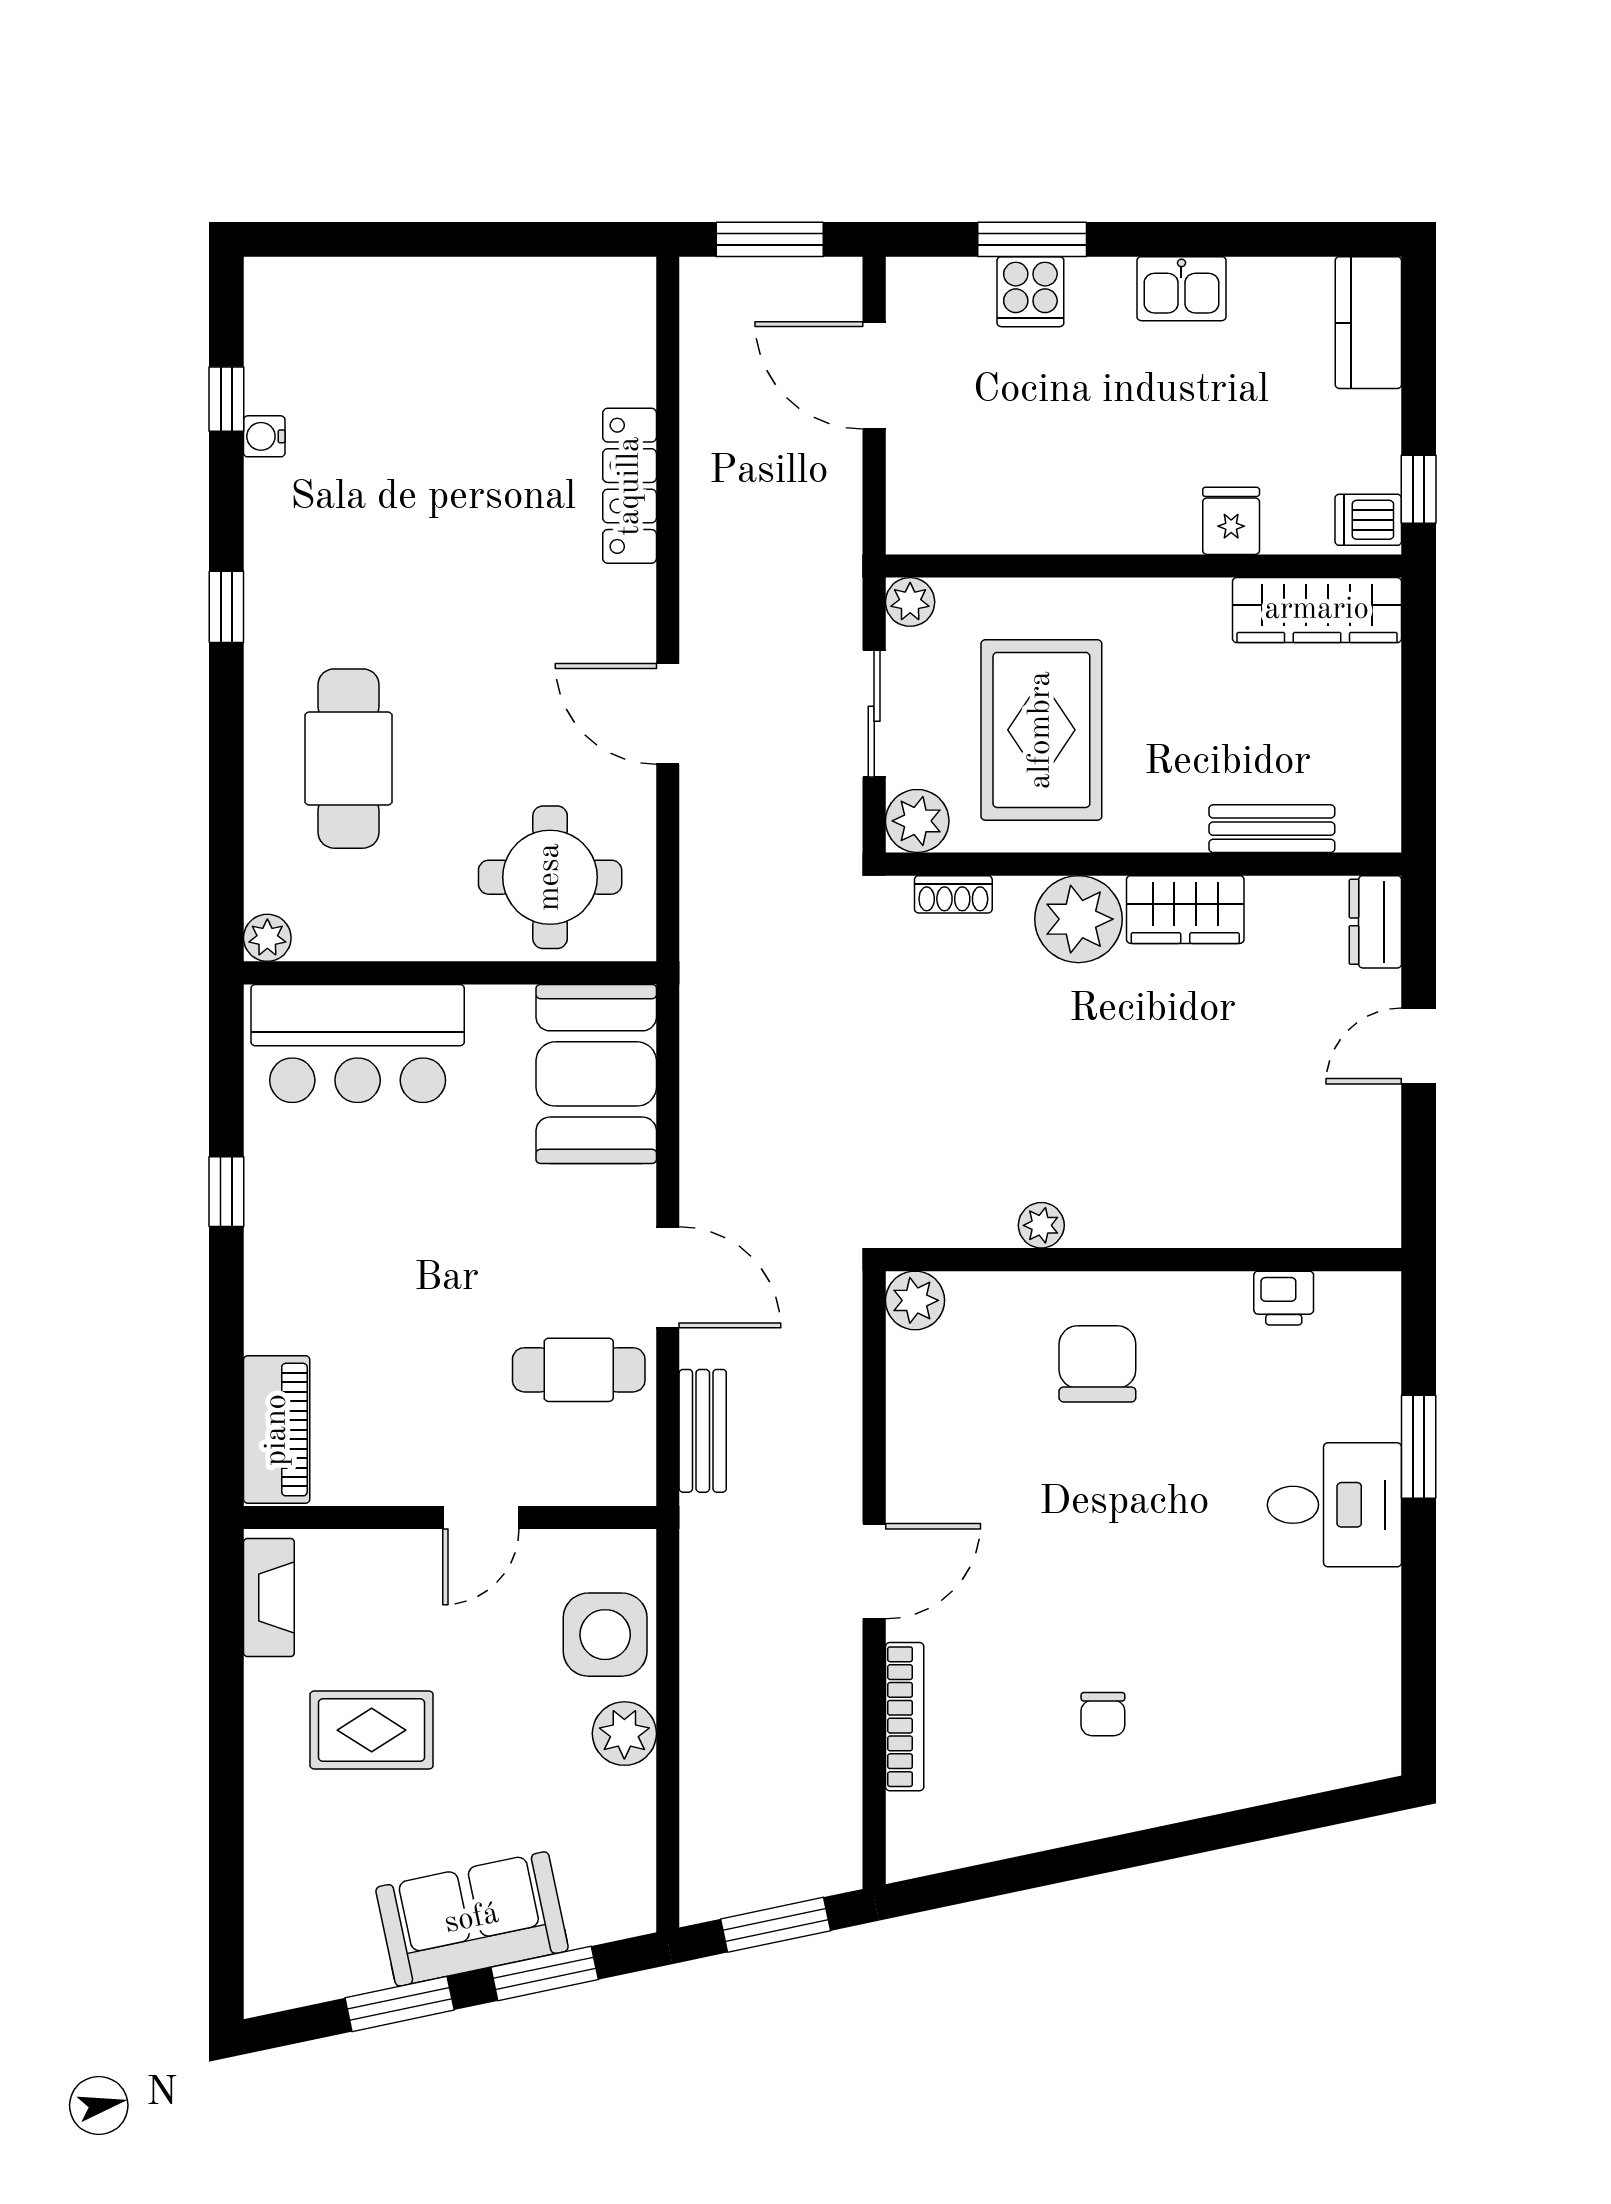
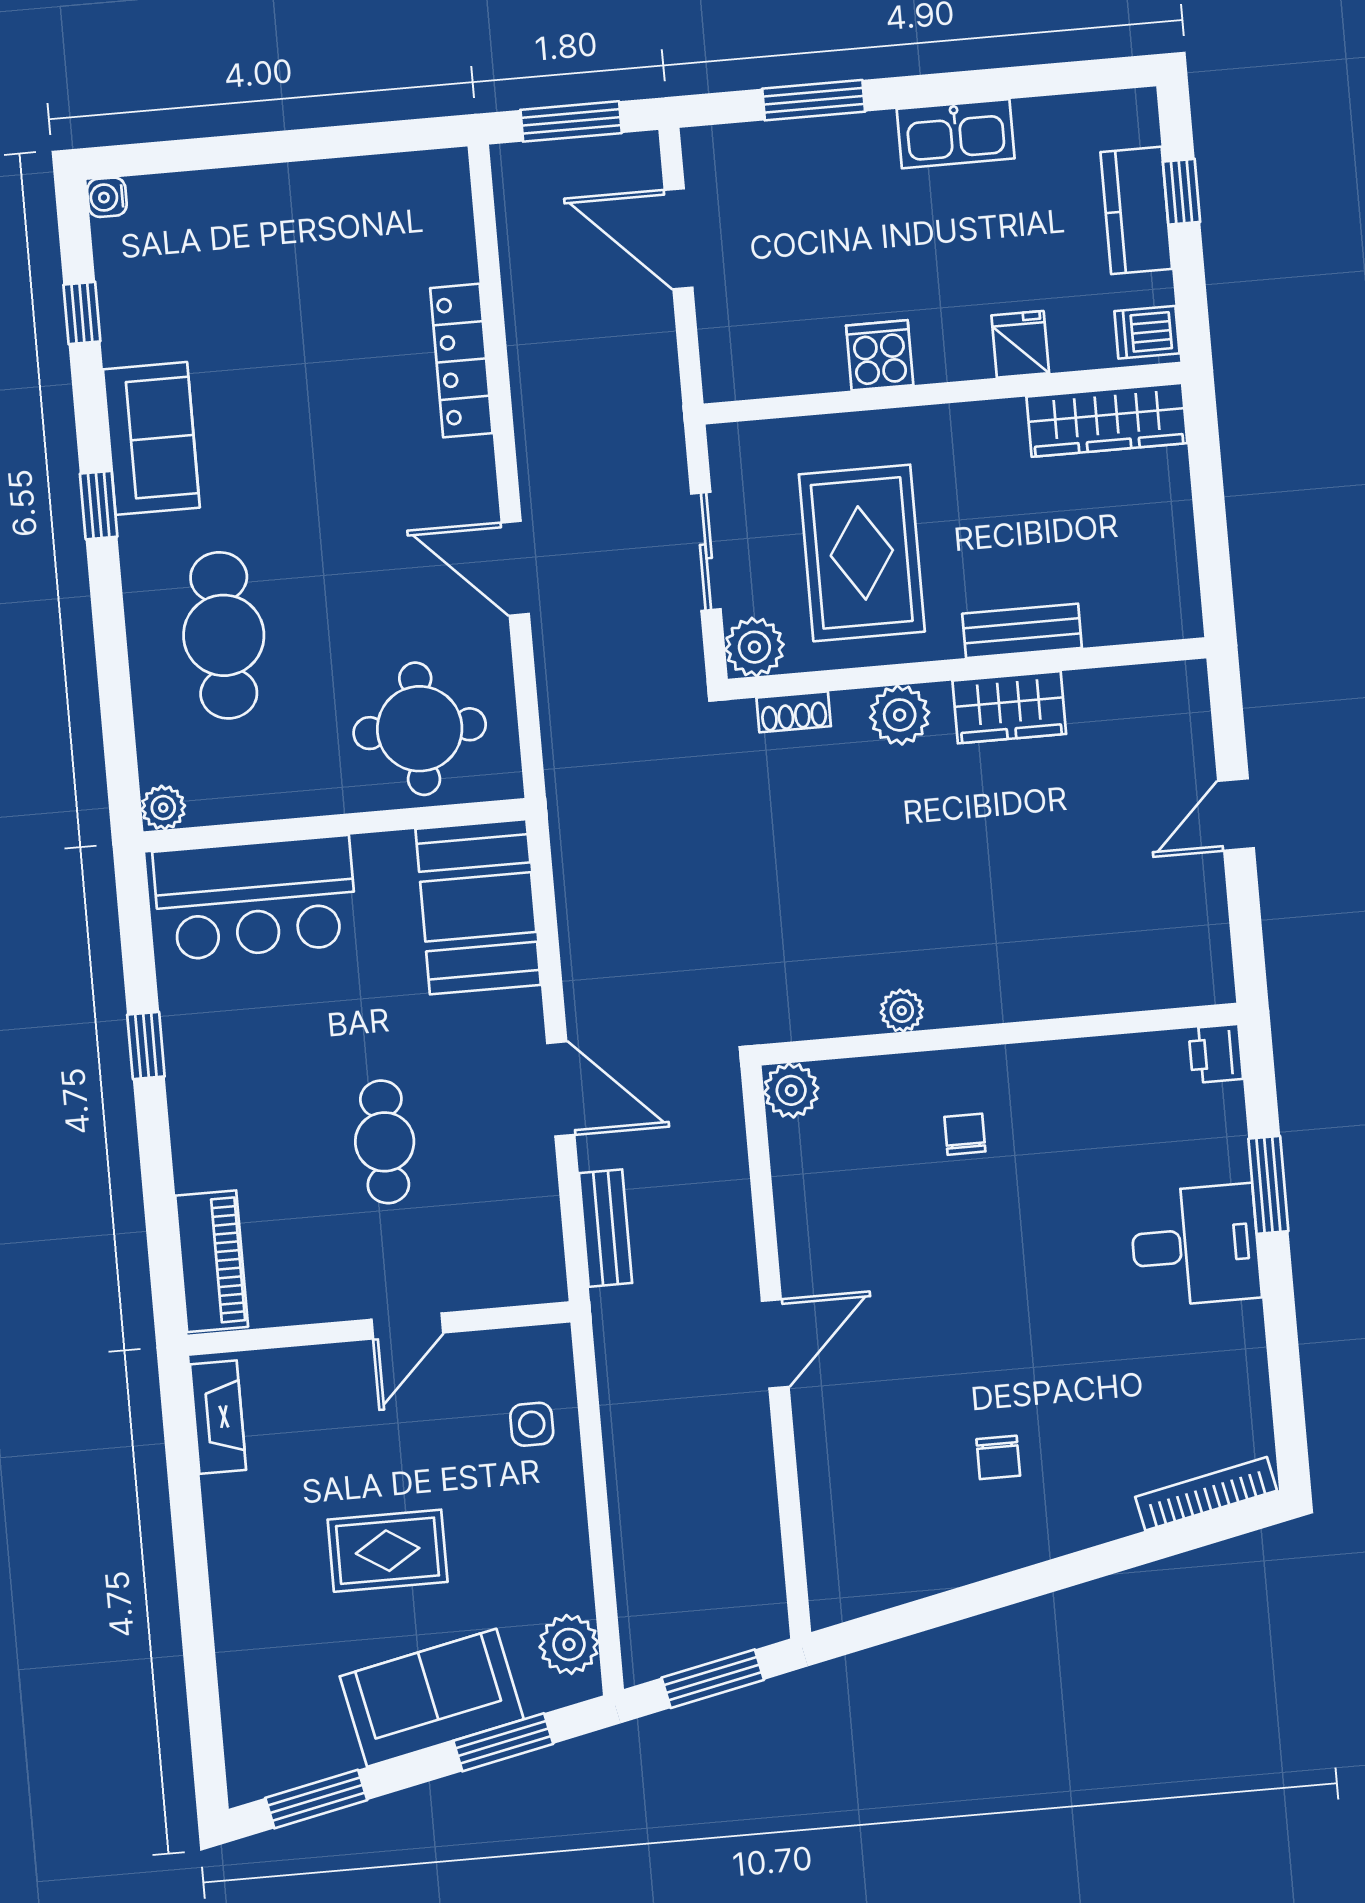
kitchen sink: (1181, 289) -> (956, 134), width x1.38
cooker: (1030, 292) -> (880, 355), moved, turned 180
kitchen counter: (1368, 323) -> (1136, 210), moved
water cooler: (264, 436) -> (107, 197), moved
window: (1419, 489) -> (1182, 192), moved
sofa: (289, 540) -> (151, 438), added
plant: (910, 602) -> (730, 445), removed
bench: (1272, 829) -> (1022, 631), moved
plant: (1078, 919) -> (900, 715), width x0.73, depth x0.73
dresser: (1375, 922) -> (1186, 703), removed
printer: (1284, 1298) -> (1216, 1054), moved, turned 90
chair: (1097, 1364) -> (965, 1134), width x0.54, depth x0.54
cafe table: (579, 1370) -> (385, 1142), moved, turned 90
side table: (605, 1635) -> (532, 1424), width x0.54, depth x0.54
bookcase: (905, 1717) -> (1206, 1494), moved, turned -102
rug: (372, 1730) -> (388, 1551), moved
plant: (624, 1734) -> (569, 1644), moved
window: (400, 2004) -> (316, 1799), moved

